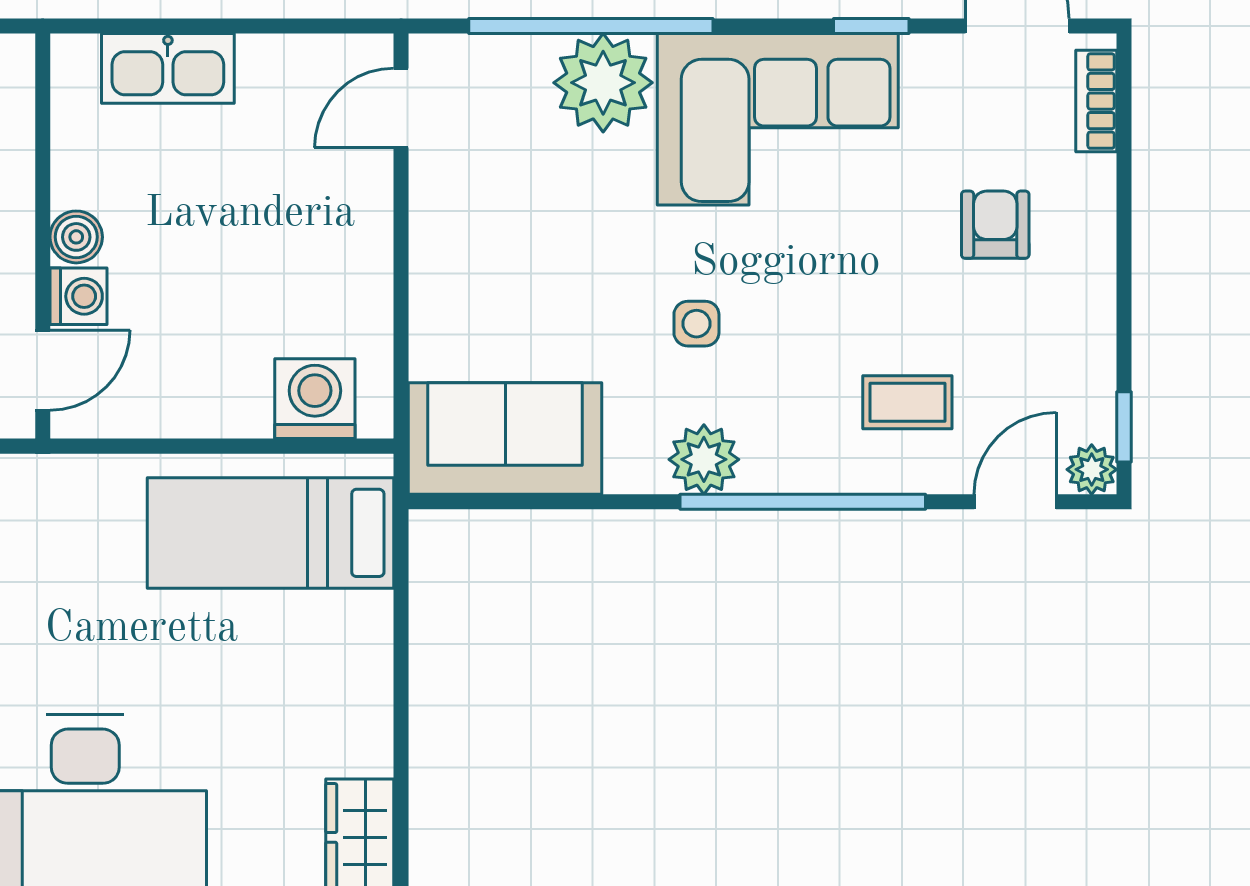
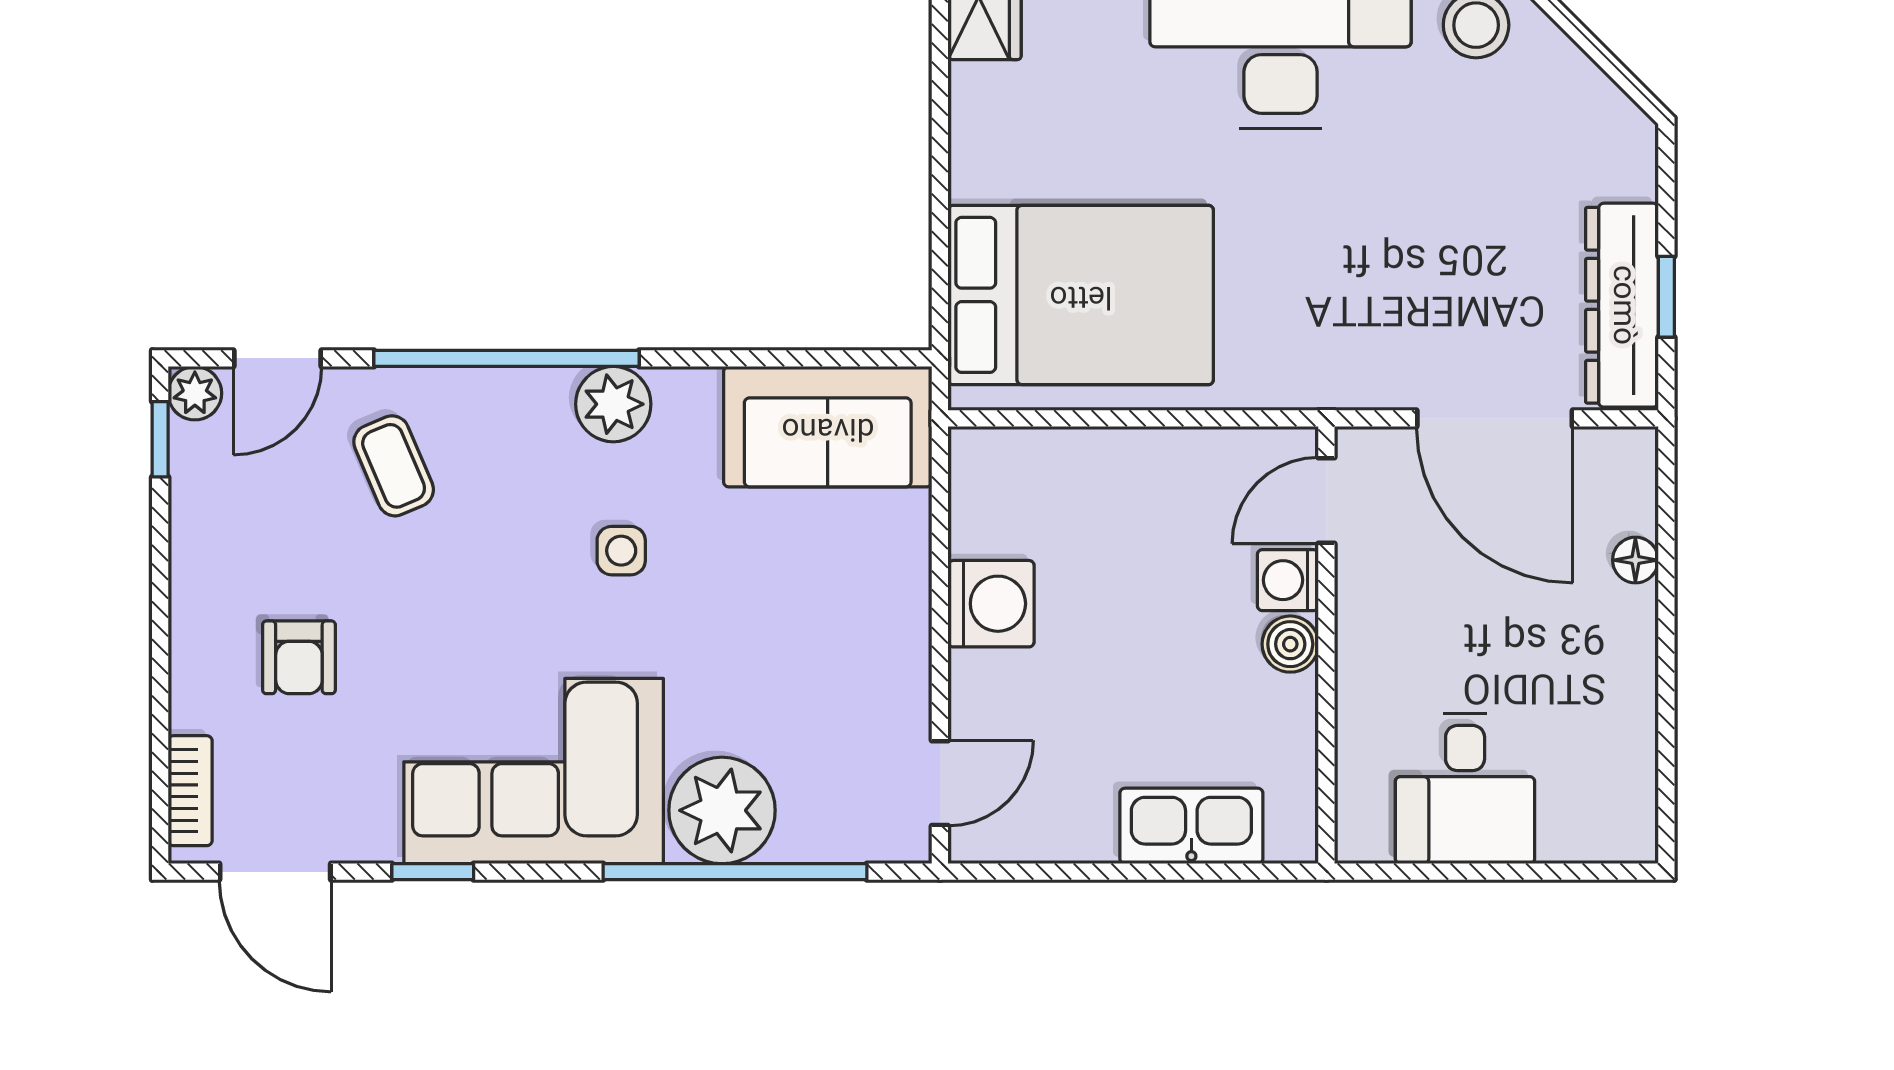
washing machine: (315, 399) -> (991, 604), moved, turned -90
coffee table: (907, 402) -> (394, 466), turned 67
bed: (271, 533) -> (1081, 295), width x1.50

